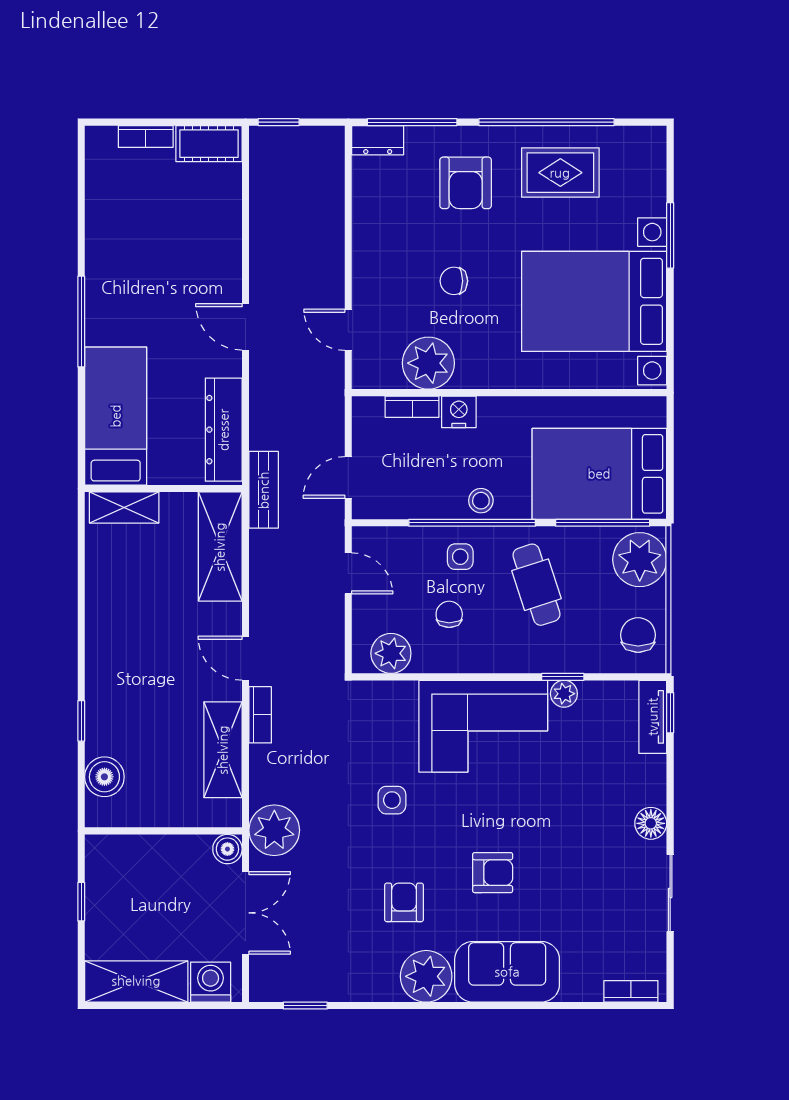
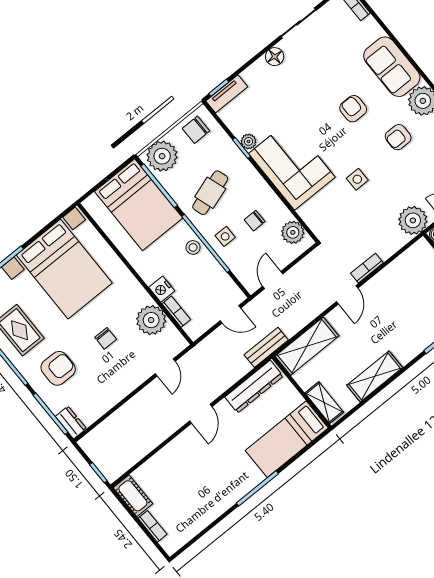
shelving: (223, 750) -> (375, 376), moved

